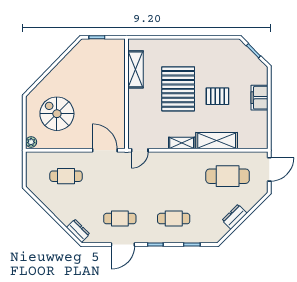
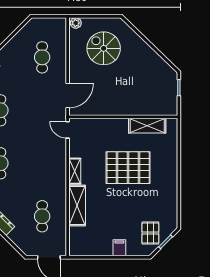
pallet: (217, 96) -> (150, 233), moved
filing cabinet: (260, 98) -> (119, 248), width x0.50
spiral stairs: (57, 114) -> (104, 48), turned -90
cafe table: (228, 176) -> (42, 216), width x0.73, depth x0.74

